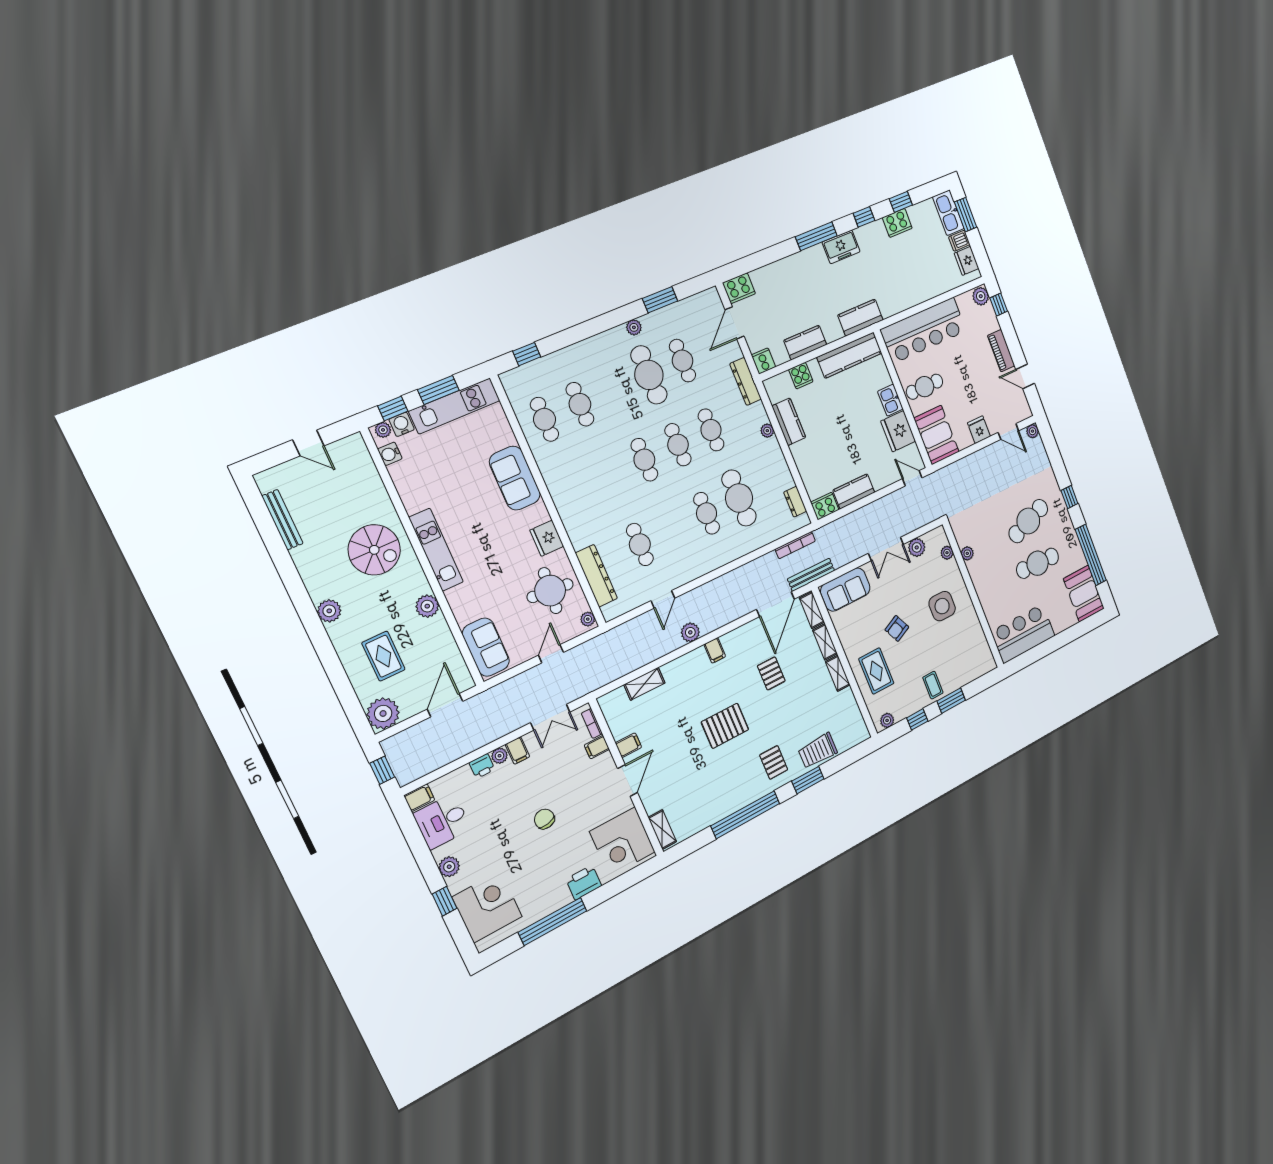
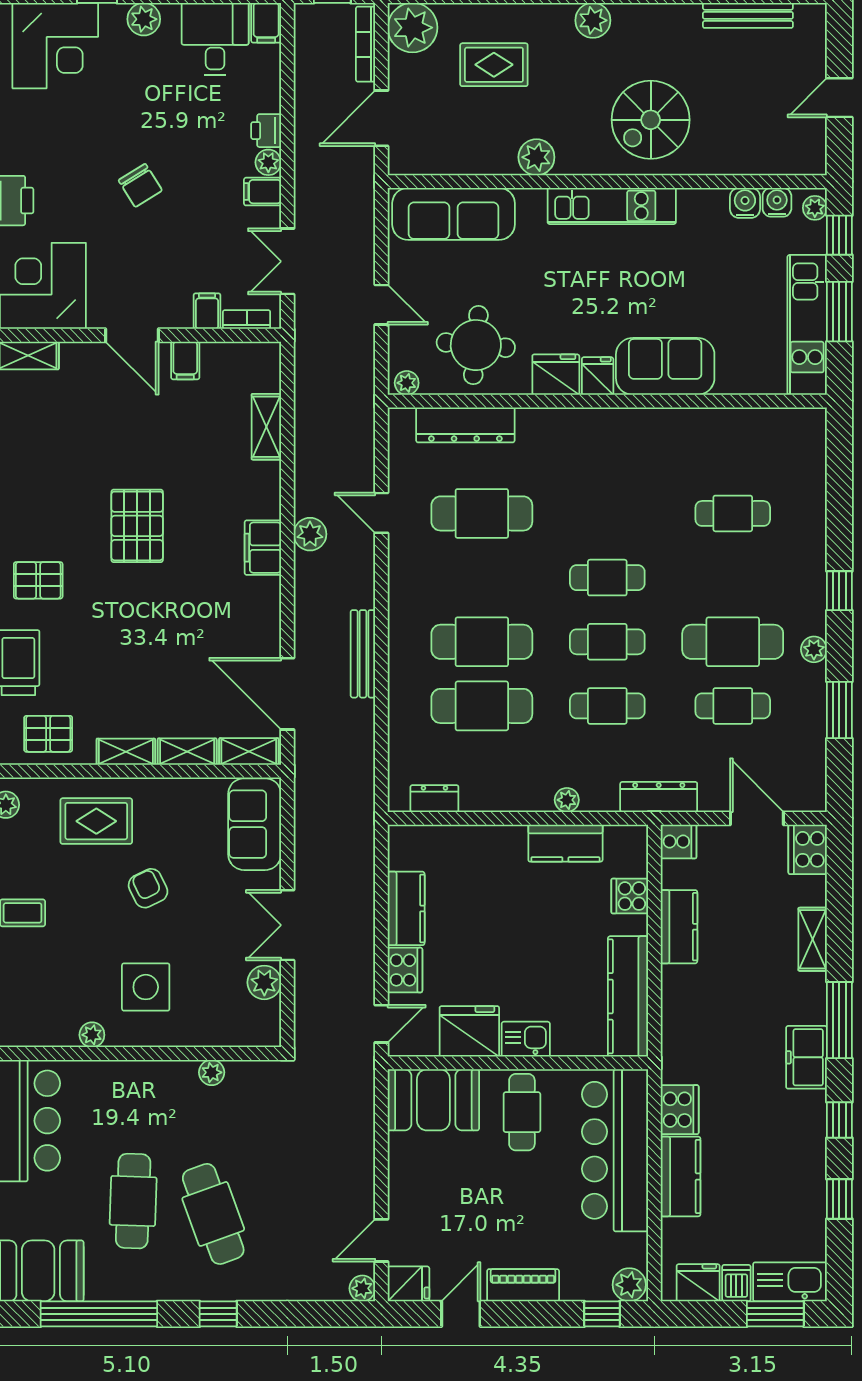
cooker: (897, 223) -> (680, 1110), moved, turned 180
shelving: (783, 267) -> (813, 939), added
kitchen counter: (860, 318) -> (681, 1176), moved
window: (527, 354) -> (839, 591), moved
cafe table: (545, 419) -> (733, 449), removed
water cooler: (402, 424) -> (745, 203), moved, turned -90
fridge: (979, 430) -> (409, 1284), moved
cooker: (825, 506) -> (405, 970), moved
cafe table: (707, 513) -> (482, 642), width x1.37, depth x1.35
fridge: (537, 514) -> (598, 376), added
cafe table: (640, 545) -> (482, 513), width x1.37, depth x1.35
bookcase: (795, 545) -> (366, 44), moved
plant: (947, 553) -> (92, 1035), moved
bench: (811, 575) -> (363, 654), moved
sofa: (486, 647) -> (454, 214), width x1.36
filing cabinet: (715, 650) -> (263, 548), width x2.00
pallet: (771, 673) -> (48, 734), moved
door: (445, 705) -> (381, 118), swing flipped
chair: (544, 819) -> (140, 185), turned 69

